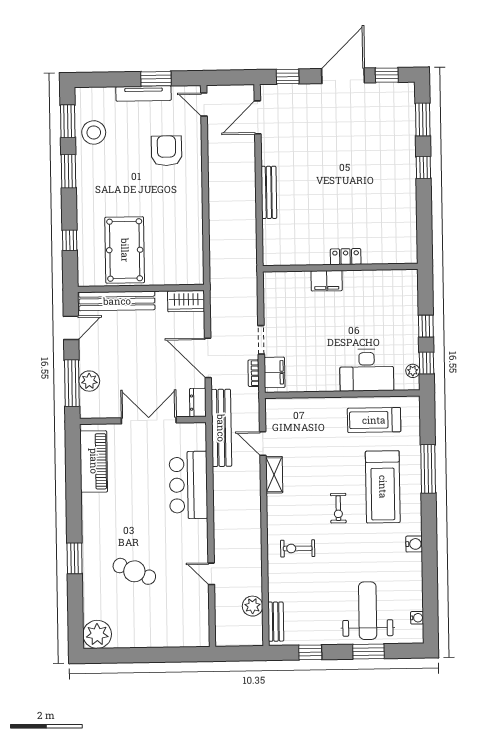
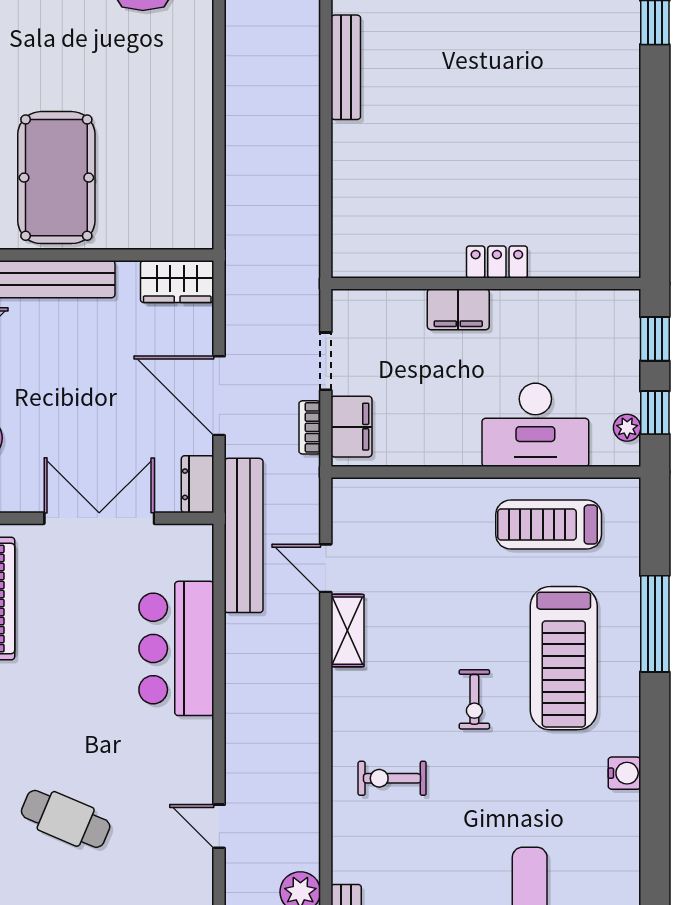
locker: (346, 257) -> (497, 262), moved
wall: (340, 268) -> (486, 283), moved
filing cabinet: (327, 281) -> (458, 309), moved

